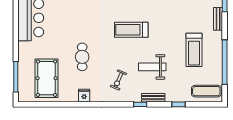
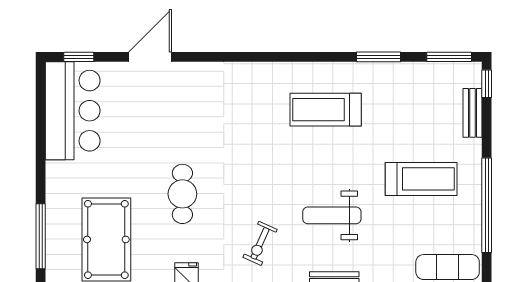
treadmill: (131, 30) -> (326, 110), moved
treadmill: (194, 50) -> (421, 179), turned -90

